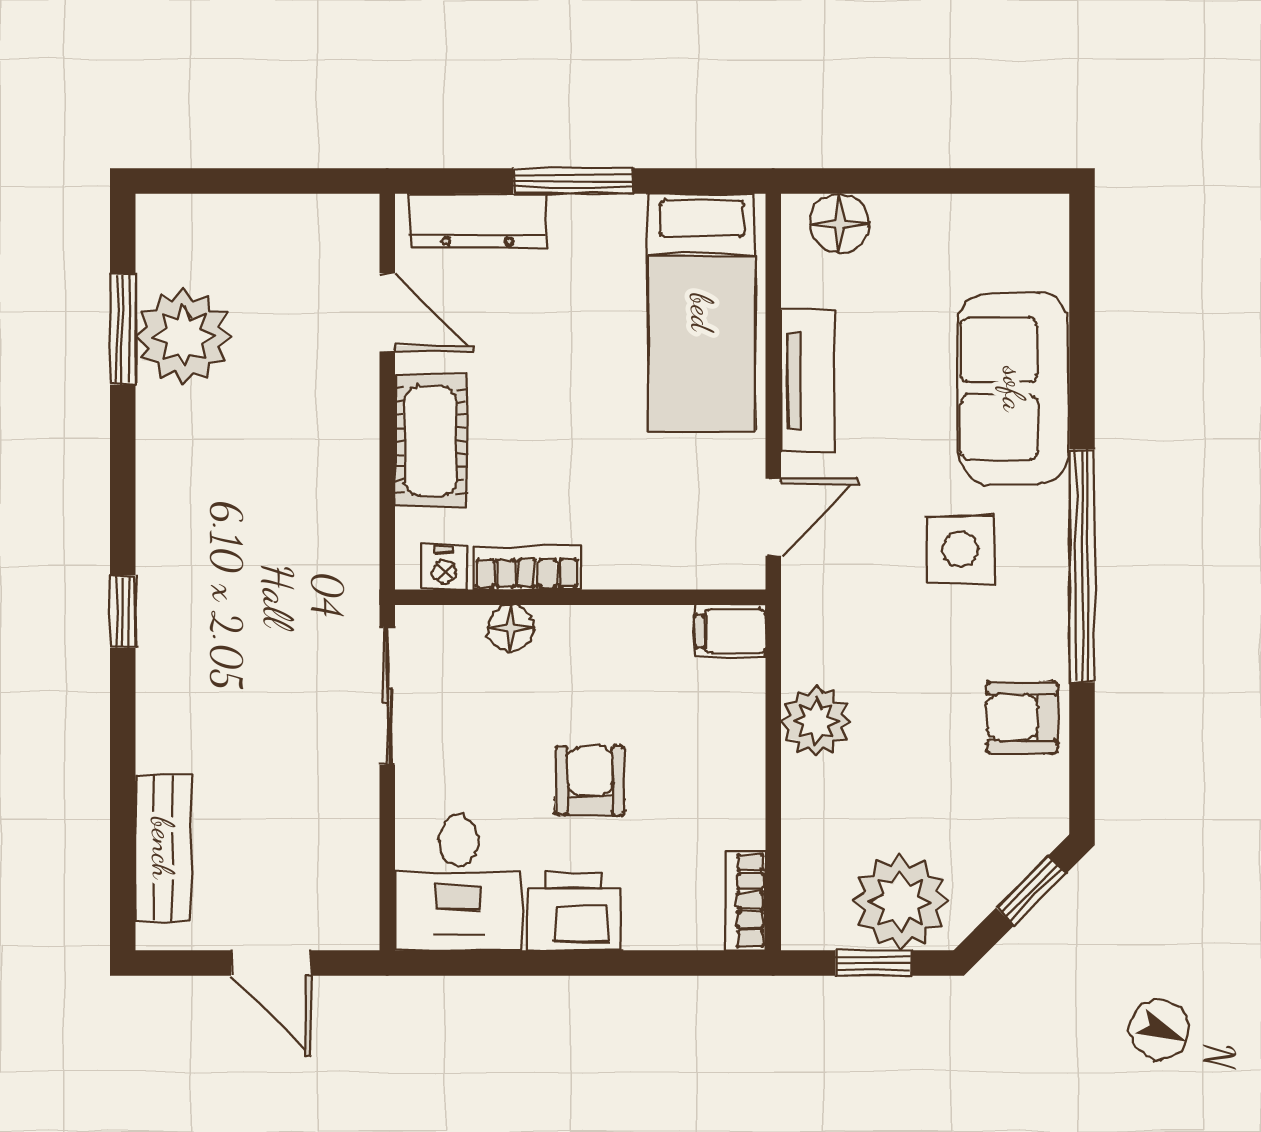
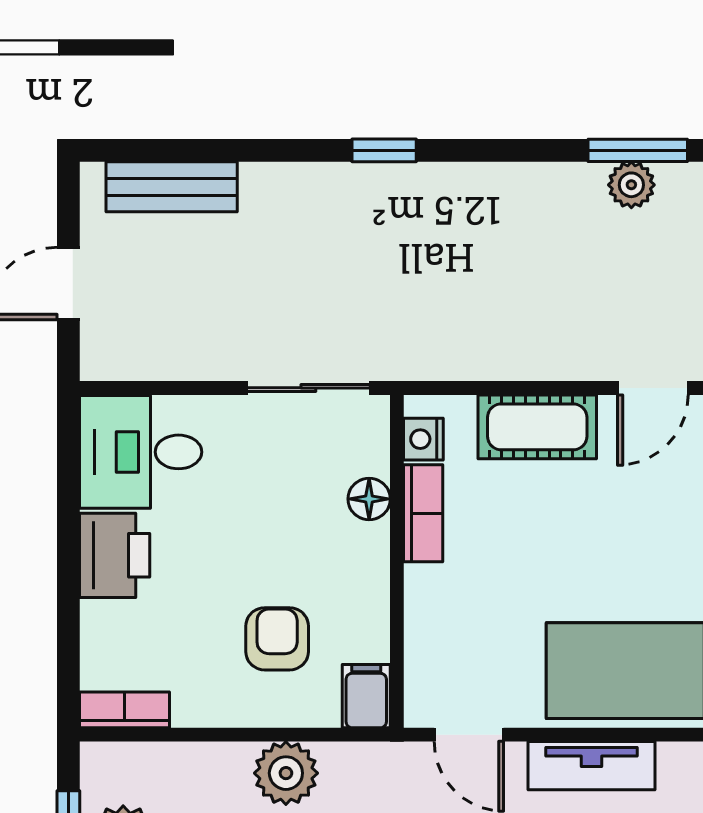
plant: (184, 336) -> (631, 185), width x0.53, depth x0.53
armchair: (590, 781) -> (277, 639), moved, turned -90

